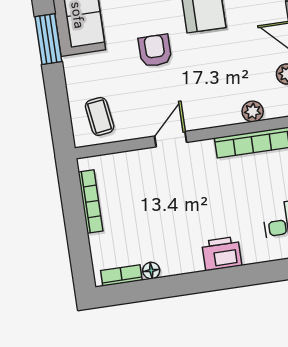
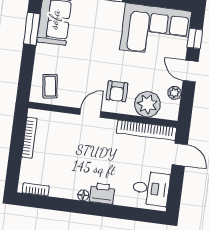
armchair: (155, 51) -> (117, 91), moved, turned 180
plant: (253, 111) -> (147, 104), width x1.87, depth x1.87
floor lamp: (151, 271) -> (83, 195), moved

